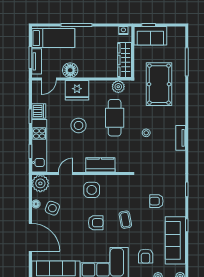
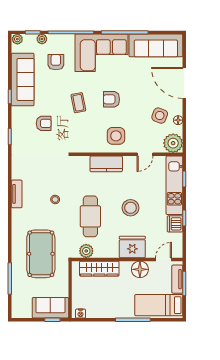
wardrobe: (125, 60) -> (99, 269), moved, turned 90

